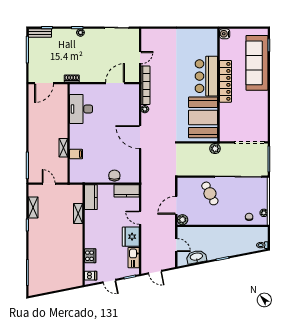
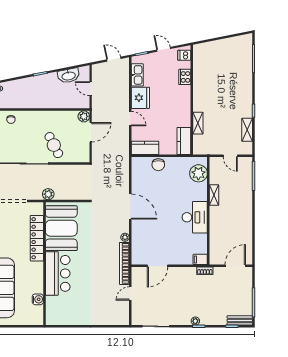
water cooler: (225, 34) -> (38, 299), moved
locker: (225, 81) -> (37, 238), moved
desk: (81, 109) -> (195, 217), moved
filing cabinet: (76, 154) -> (200, 259), moved
plant: (78, 168) -> (198, 173), added

